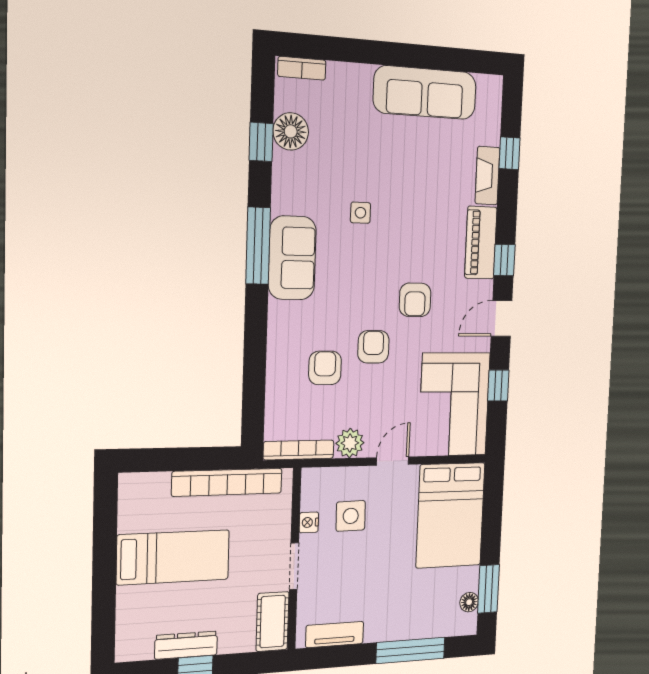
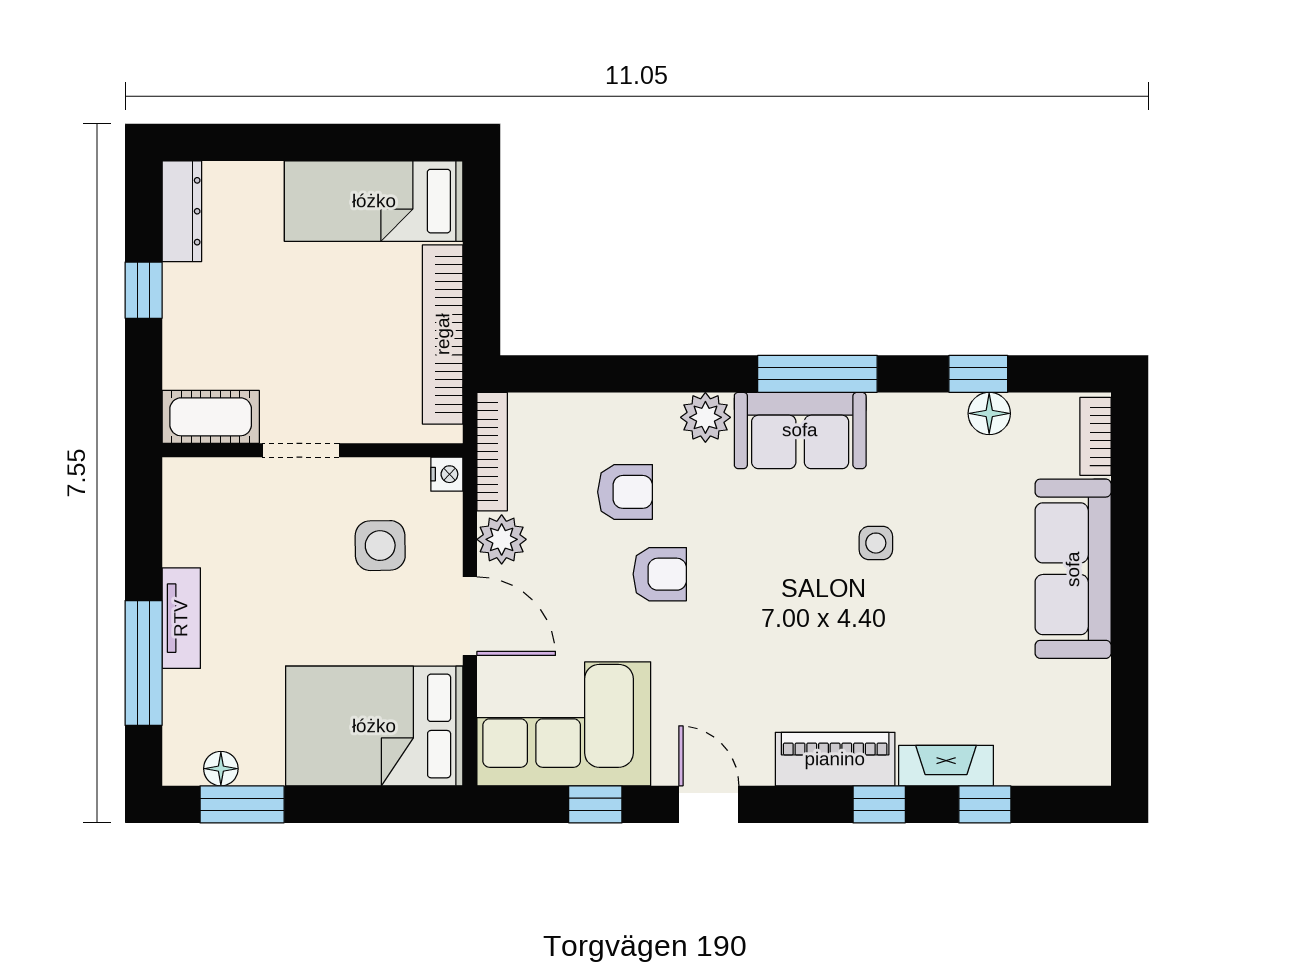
sofa: (425, 93) -> (1073, 569), moved
floor lamp: (291, 131) -> (989, 413), width x0.73, depth x0.73
window: (504, 260) -> (879, 804), moved
armchair: (415, 300) -> (738, 645), removed
plant: (282, 318) -> (705, 417), added
door: (393, 461) -> (470, 616), width x1.38
nightstand: (309, 522) -> (447, 474), moved, turned 90
bed: (173, 557) -> (374, 201), moved, turned 90
tv unit: (335, 634) -> (181, 618), moved
dresser: (186, 645) -> (182, 211), moved

